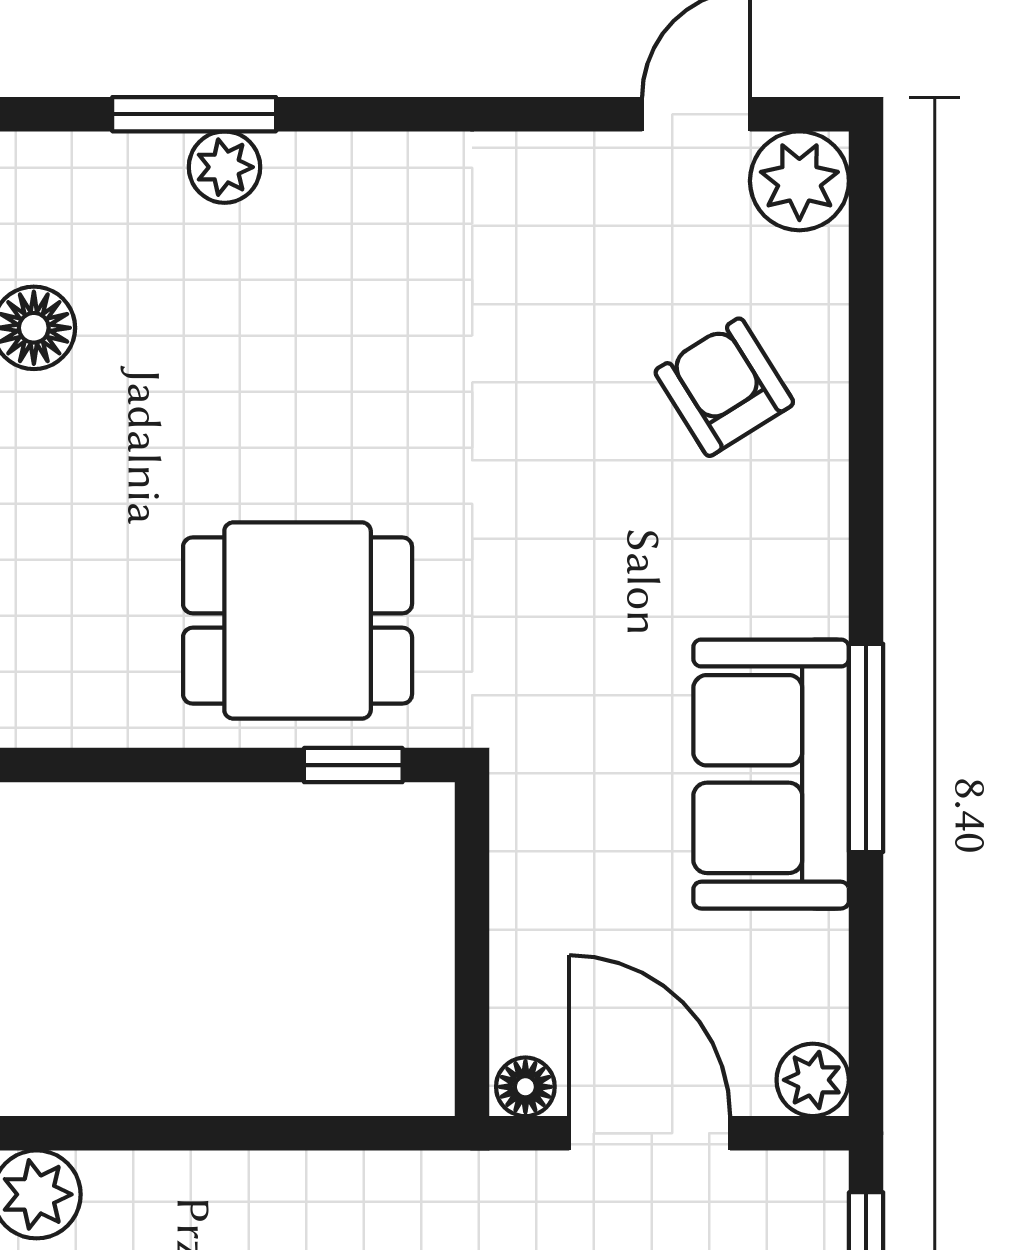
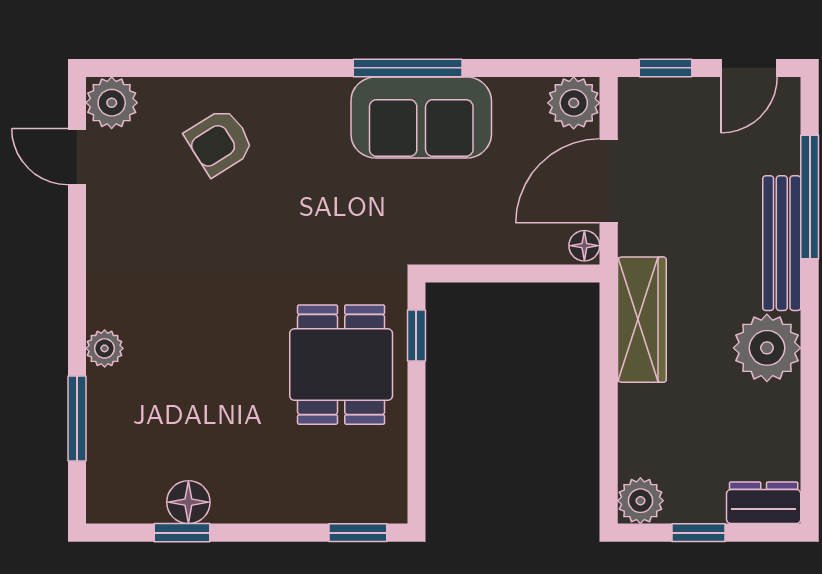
plant: (225, 167) -> (105, 348), moved
plant: (813, 1080) -> (574, 103), width x1.38, depth x1.38
wardrobe: (384, 1197) -> (642, 320), added

